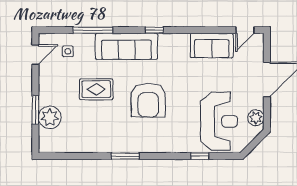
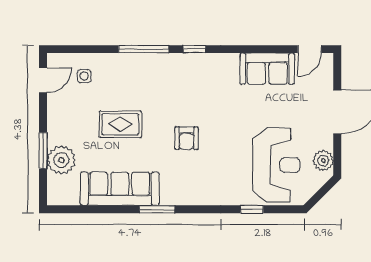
window: (93, 30) -> (144, 49), moved
sofa: (127, 46) -> (120, 189), moved, turned 180
armchair: (148, 100) -> (187, 138), width x0.53, depth x0.53

